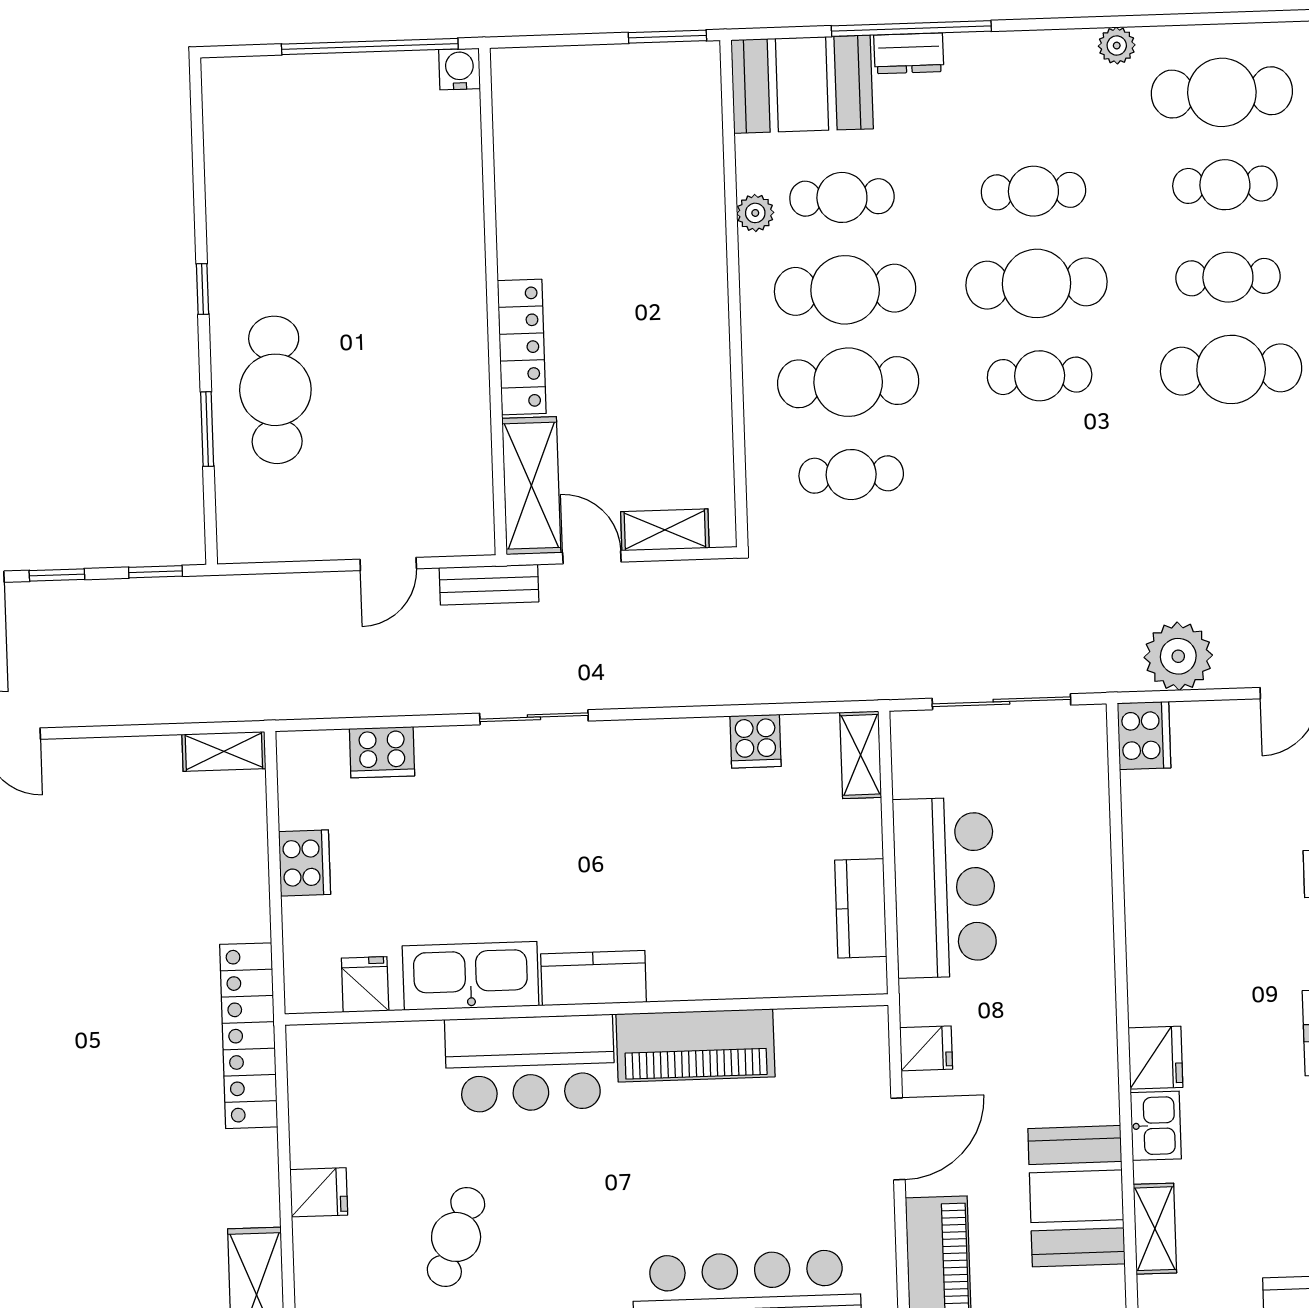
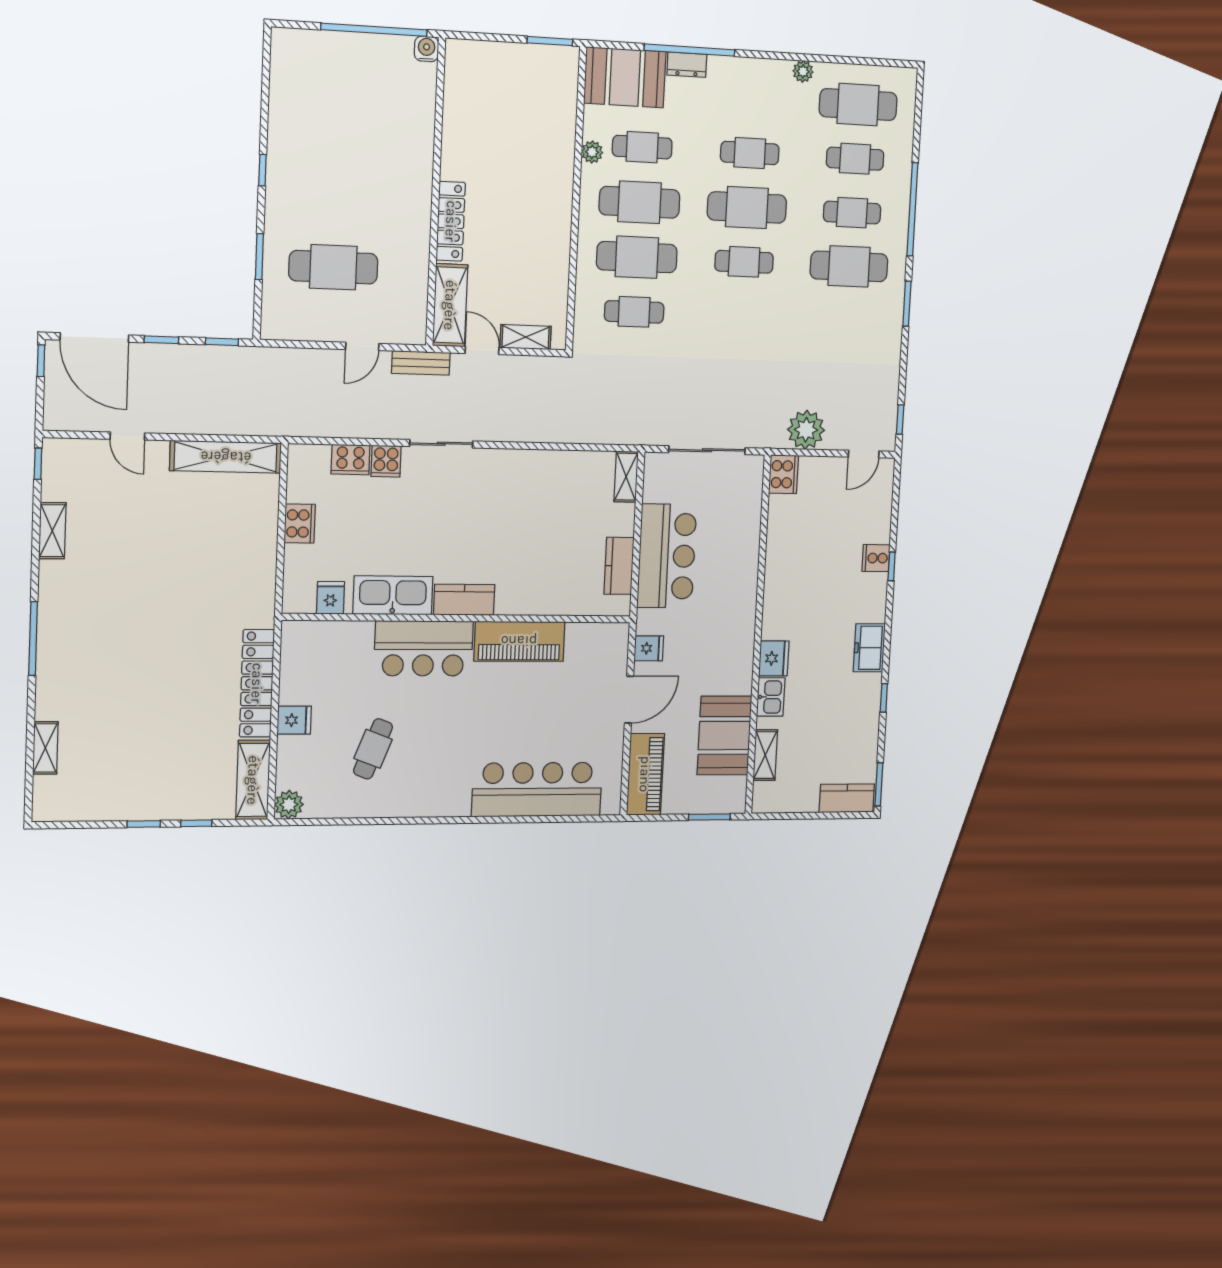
cafe table: (275, 390) -> (333, 267), moved, turned 90
cooker: (755, 741) -> (386, 461), moved
shelving: (224, 751) -> (226, 457), width x2.20, depth x1.33
locker: (249, 1036) -> (257, 683), moved

